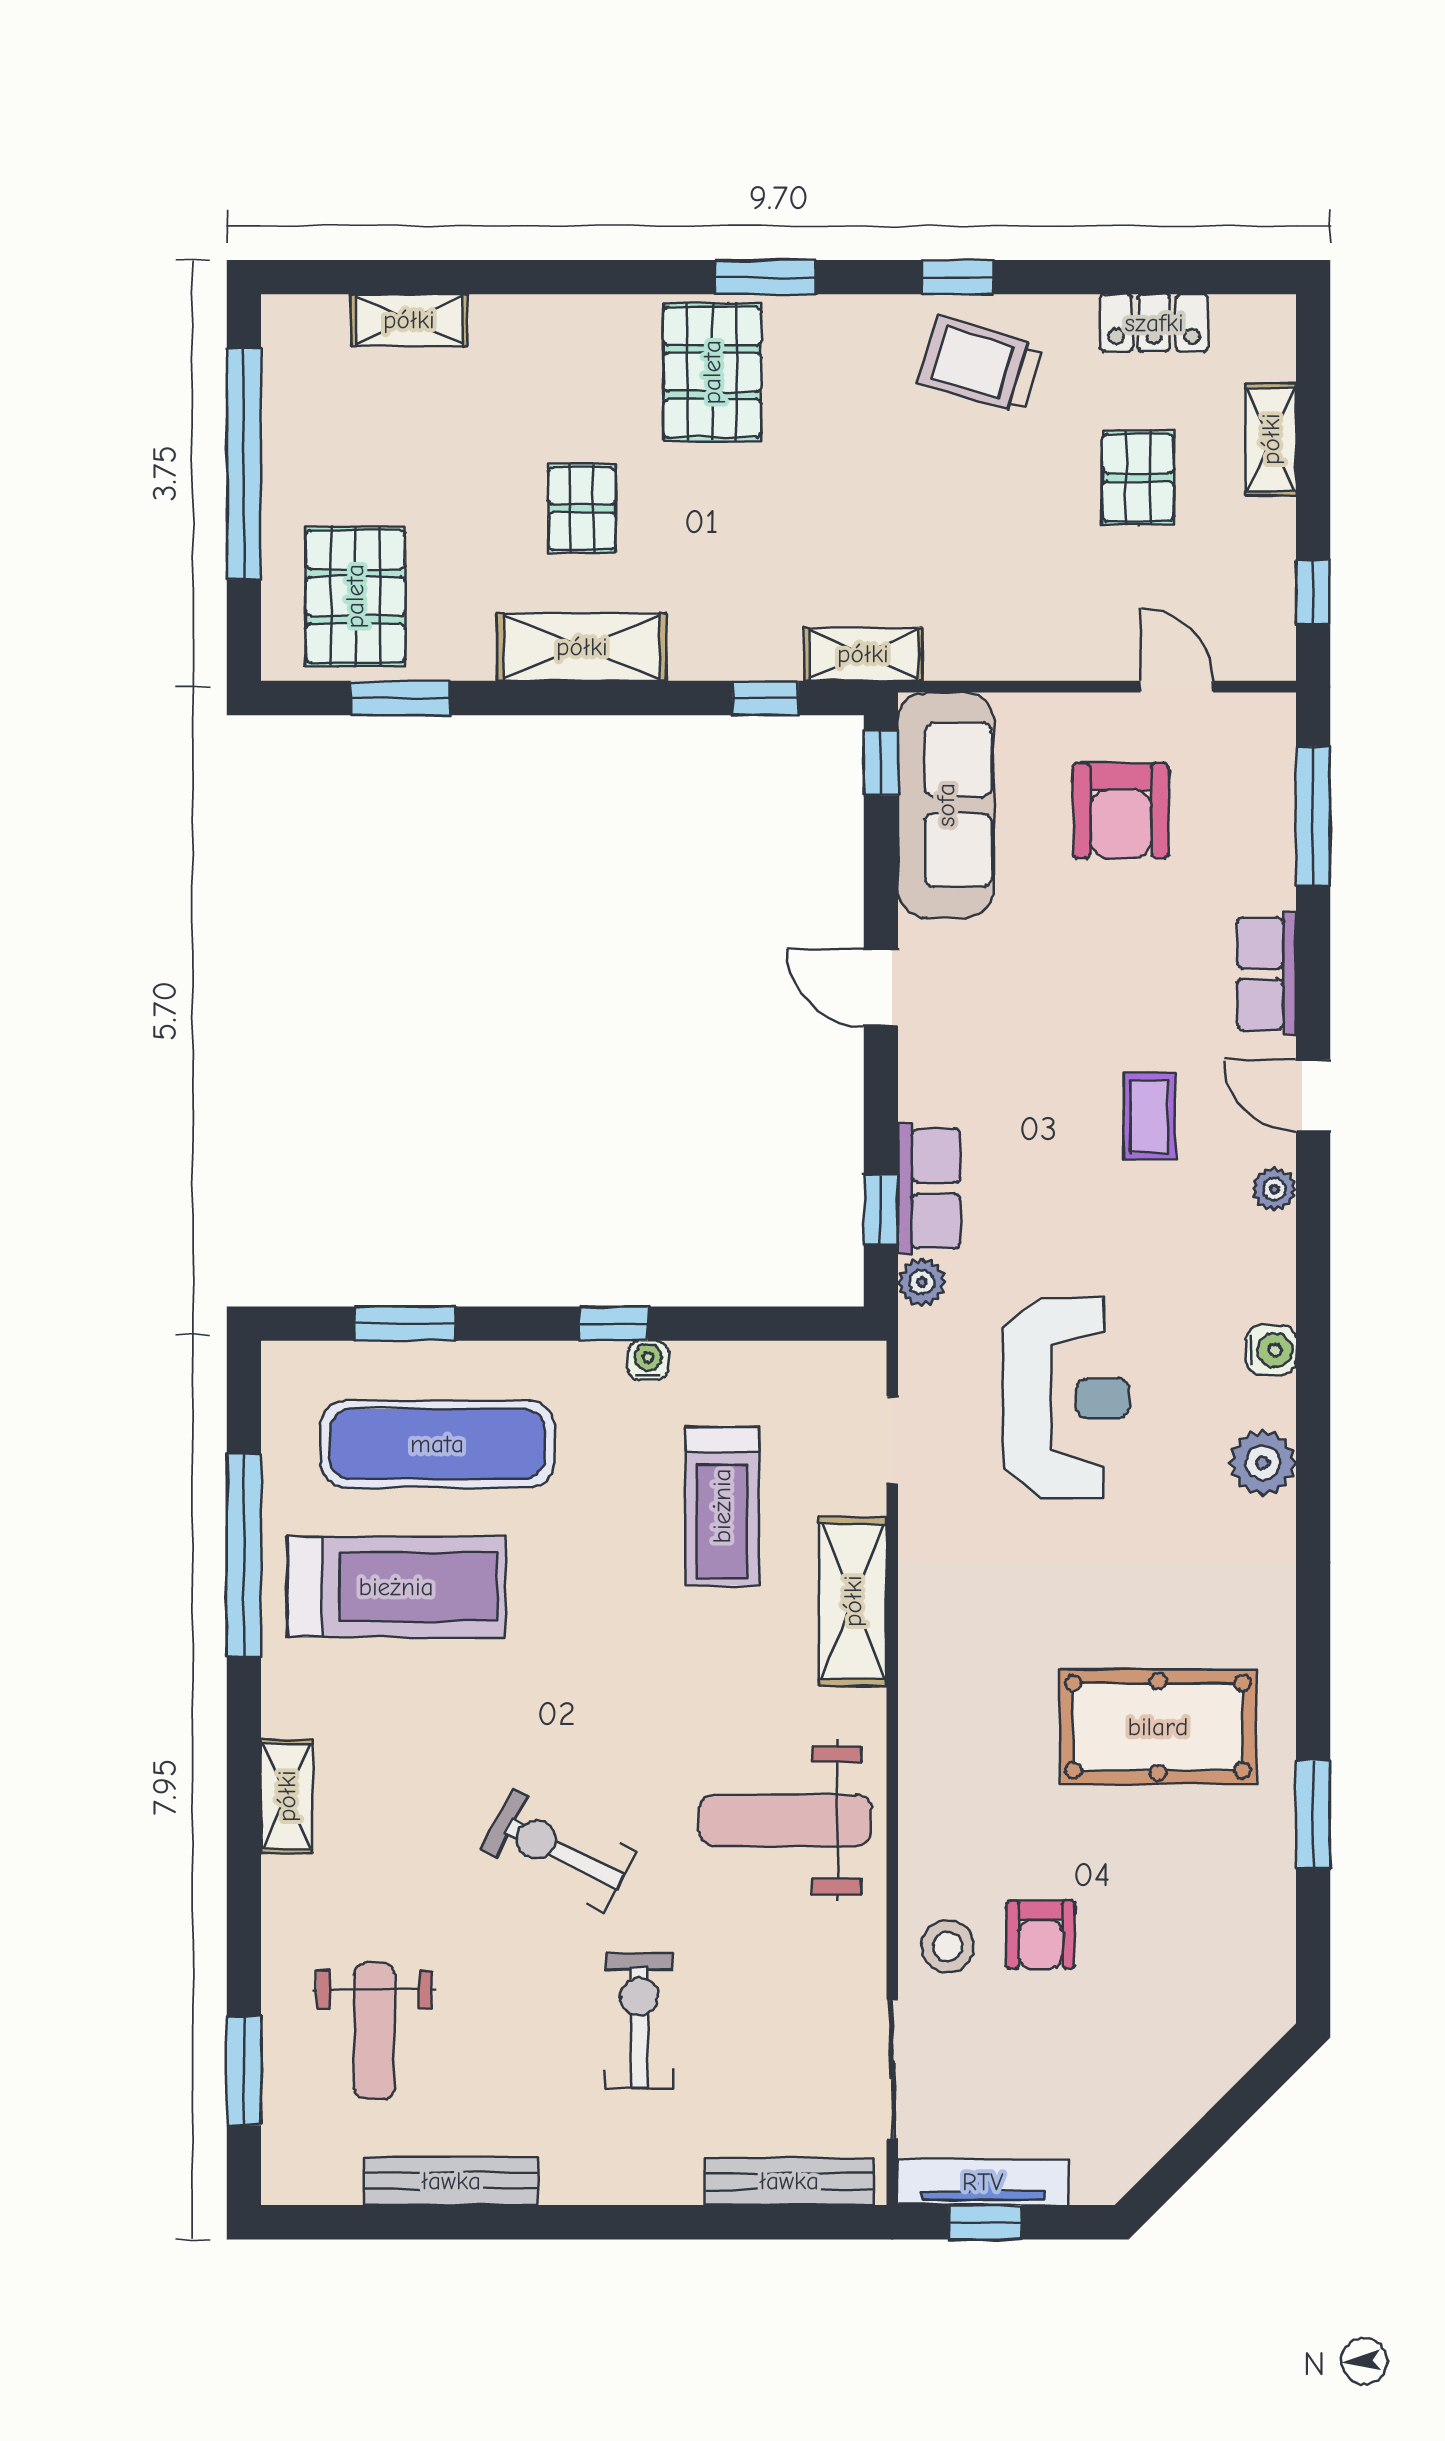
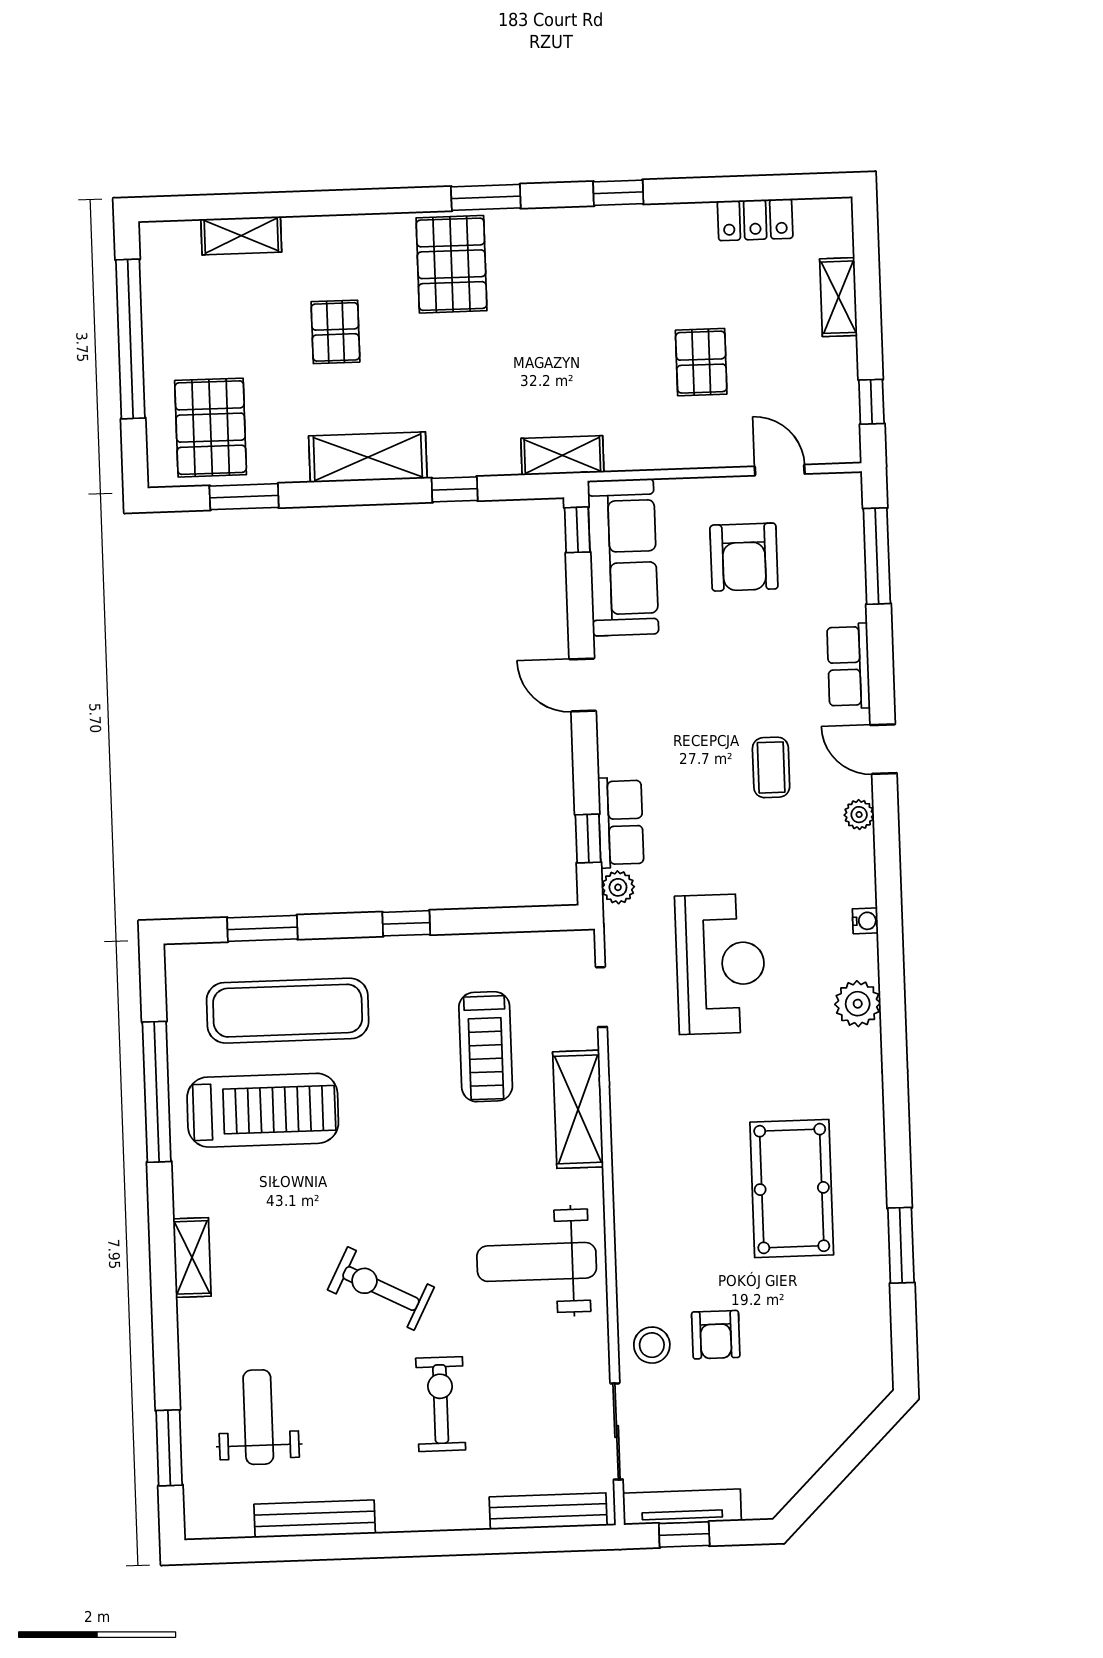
trolley: (980, 364) -> (636, 252), removed
pallet: (1138, 477) -> (701, 362), moved
pallet: (582, 508) -> (335, 332), moved
window: (765, 698) -> (455, 489), moved
water cooler: (1271, 1350) -> (865, 921), width x0.72, depth x0.72
water cooler: (648, 1360) -> (431, 948), removed
pool table: (1158, 1727) -> (792, 1188), turned 90
weight bench: (374, 2031) -> (258, 1417), turned 180

